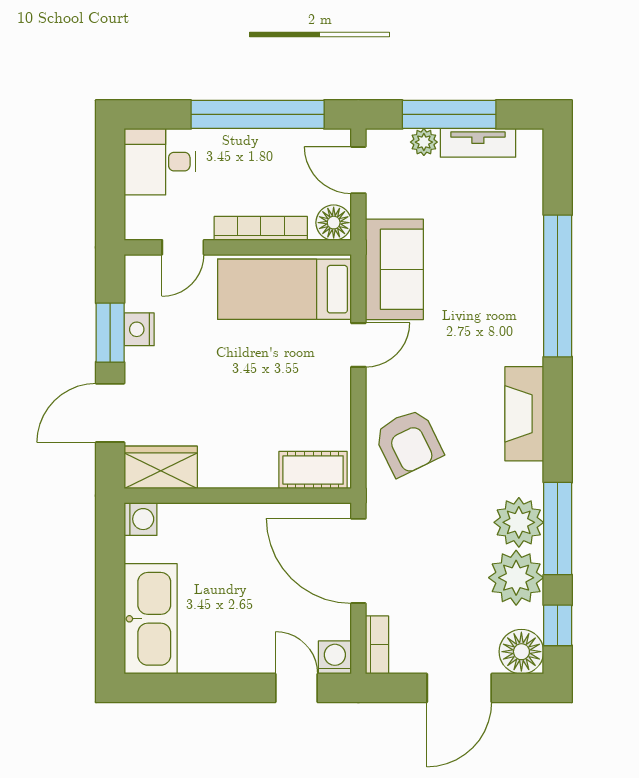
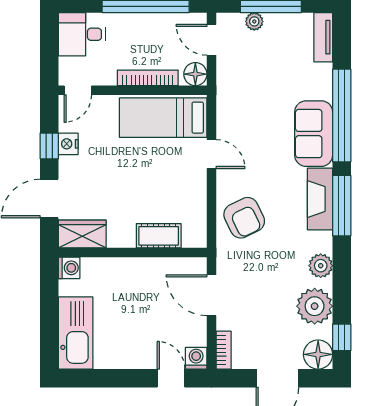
tv unit: (478, 143) -> (323, 37), moved, turned 90
door: (183, 247) -> (78, 90), moved
sofa: (394, 269) -> (314, 134), moved, turned 180
window: (110, 333) -> (49, 146), width x0.67
door: (358, 345) -> (211, 154), hinge flipped
cot: (313, 470) -> (159, 236), moved
plant: (519, 522) -> (321, 266), width x0.73, depth x0.73
window: (558, 529) -> (342, 206), moved
door: (358, 561) -> (211, 295), width x0.73

